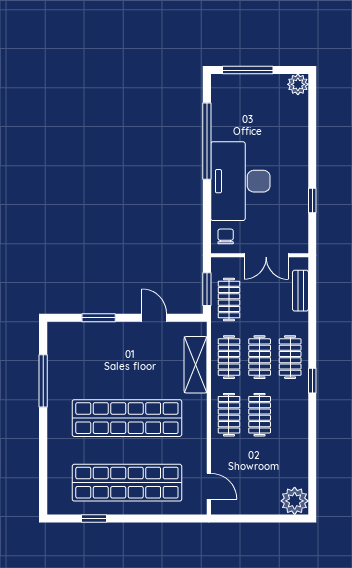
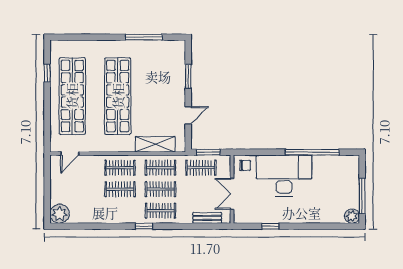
window: (248, 70) -> (362, 196), moved

